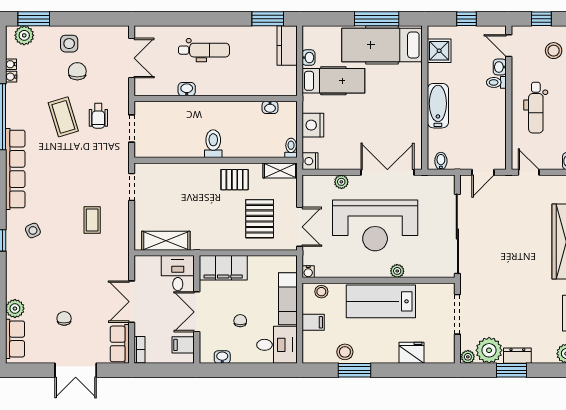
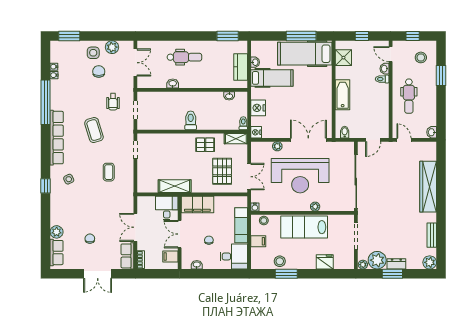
plant: (24, 35) -> (112, 47), moved
kitchen counter: (287, 46) -> (241, 67), moved
coffee table: (63, 117) -> (94, 130), moved
shelving: (166, 241) -> (175, 186), moved

